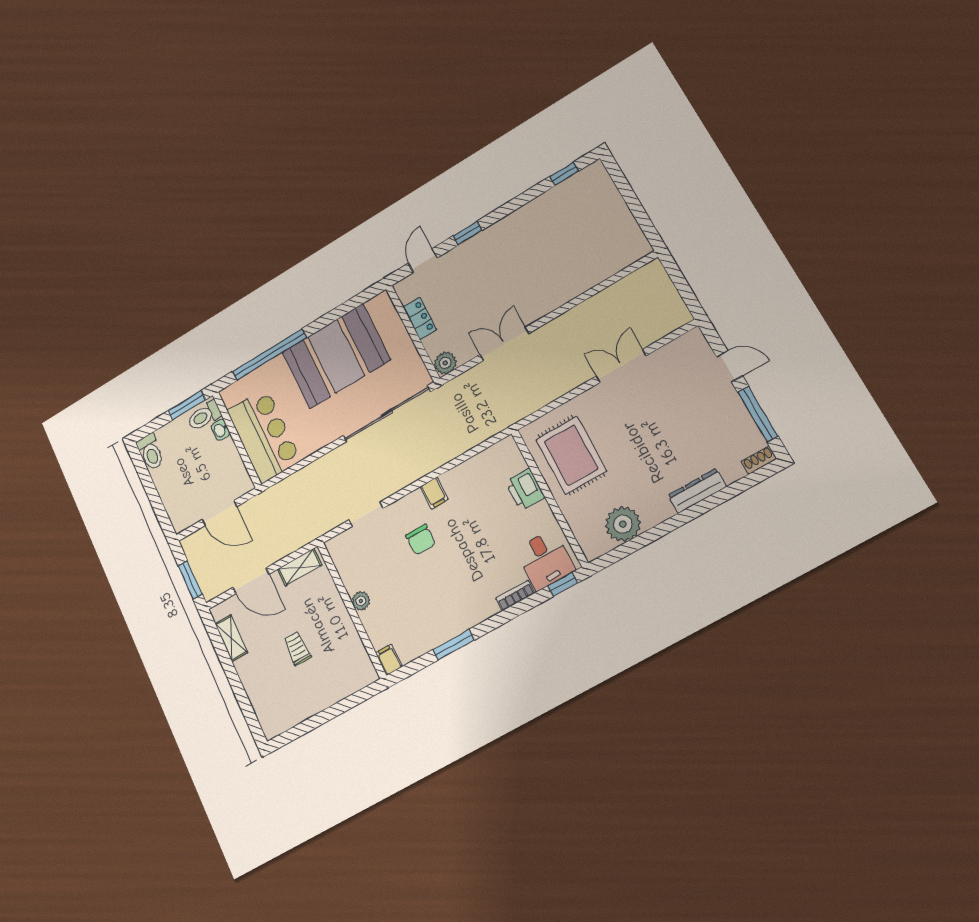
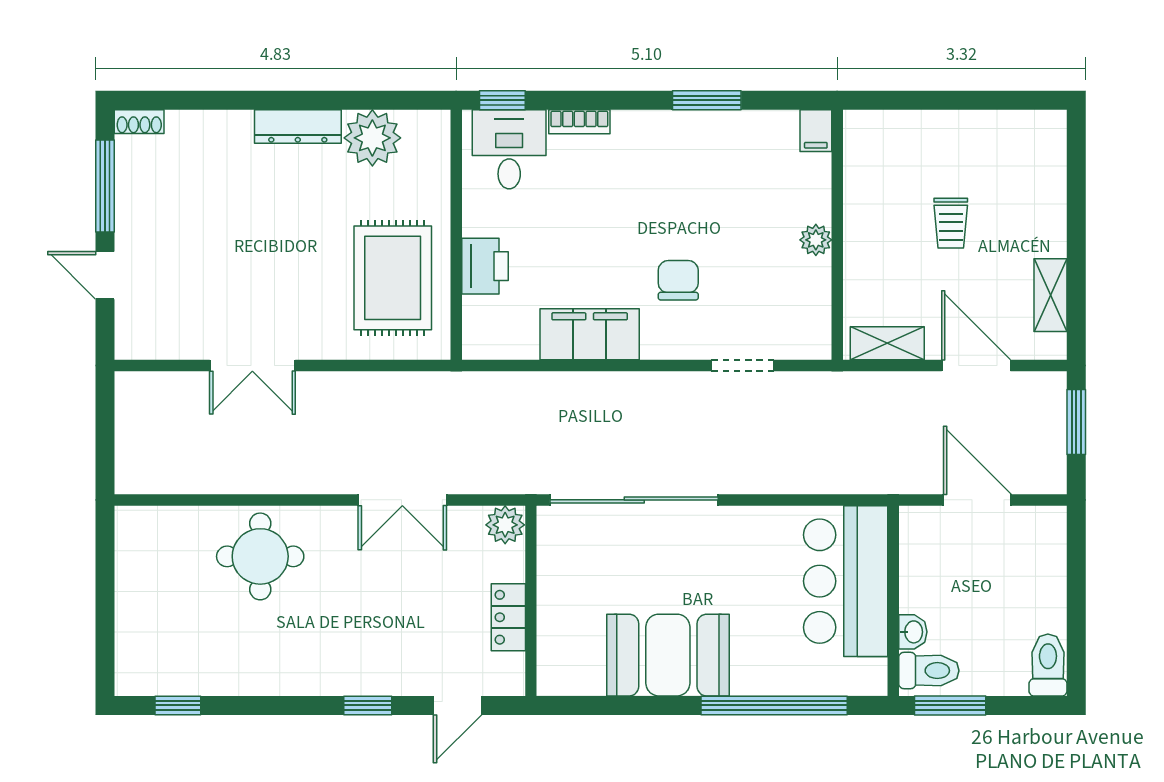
round table: (563, 272) -> (260, 556), added
booth: (336, 356) -> (668, 655), width x0.73, depth x0.70
dresser: (697, 491) -> (298, 127), moved
filing cabinet: (434, 493) -> (590, 334), width x3.00, depth x1.17

